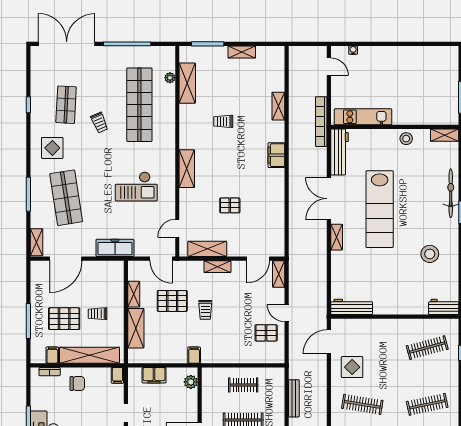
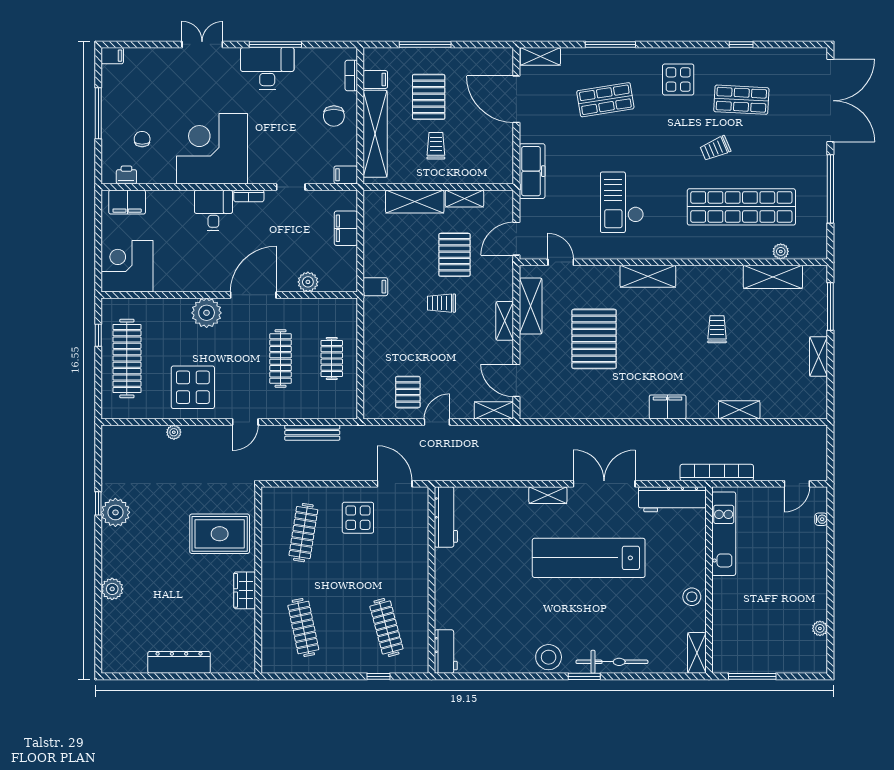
plant: (428, 51) -> (820, 628), added
shop shelf: (66, 198) -> (605, 100), width x0.70, depth x0.74
pallet: (230, 205) -> (594, 339), width x2.05, depth x2.00
stool: (430, 254) -> (549, 657), moved
plant: (191, 382) -> (308, 282), moved

